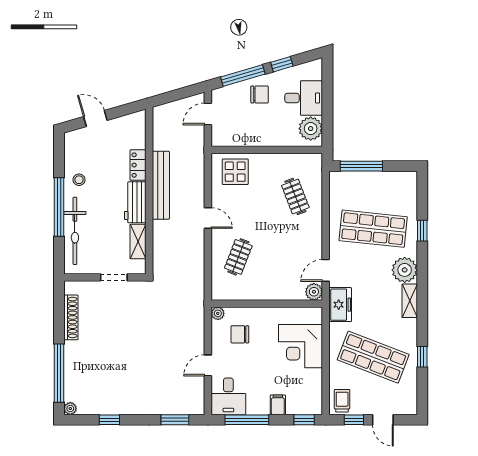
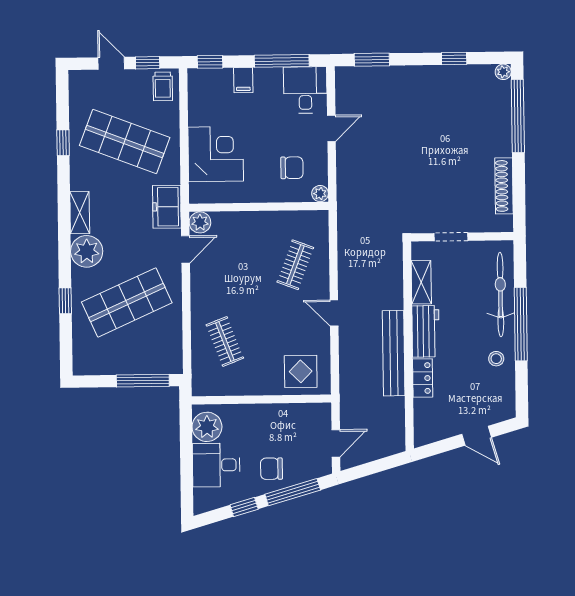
shop shelf: (373, 229) -> (127, 302), turned -30

